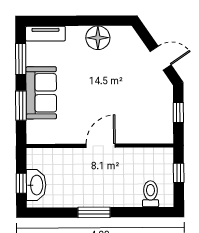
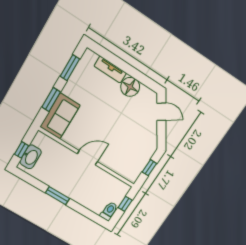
tv unit: (45, 34) -> (110, 70), moved
door: (161, 58) -> (161, 112), moved
sofa: (41, 93) -> (60, 116), moved
toilet: (150, 194) -> (109, 211), moved

